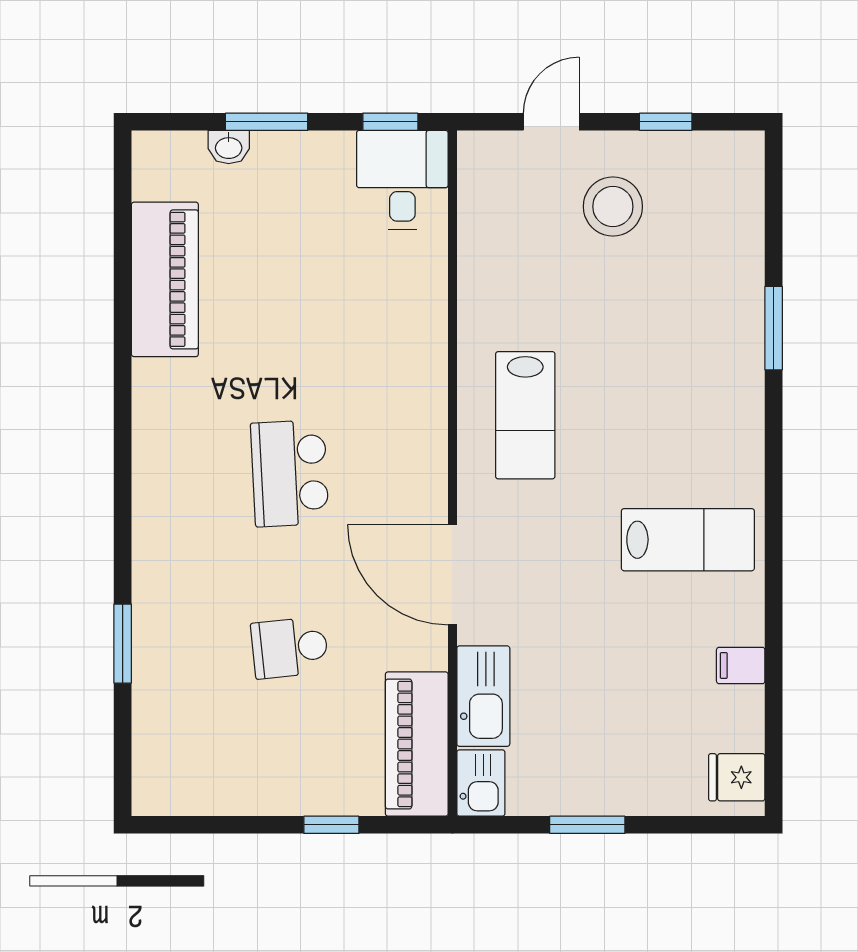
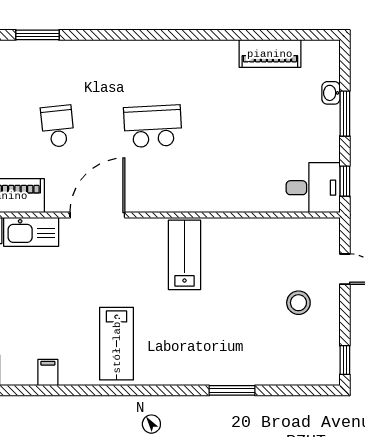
window: (666, 122) -> (345, 360), moved
stool: (613, 207) -> (298, 303), width x0.73, depth x0.73
piano: (165, 279) -> (270, 54), width x0.73, depth x0.75
lab bench: (525, 415) -> (185, 255), turned 90
window: (123, 644) -> (37, 35), moved

